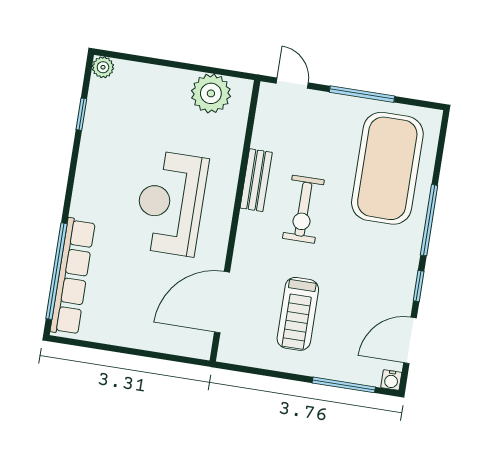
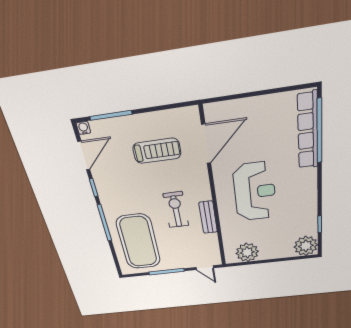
plant: (103, 67) -> (306, 246), width x1.88, depth x1.88
treadmill: (298, 314) -> (157, 151), turned 90

